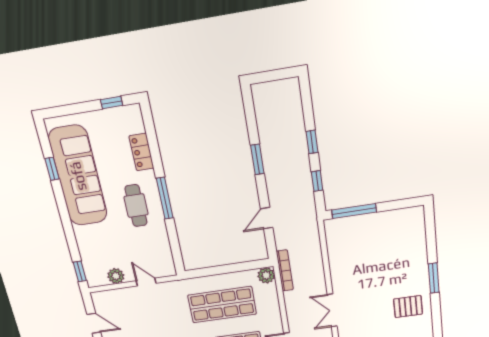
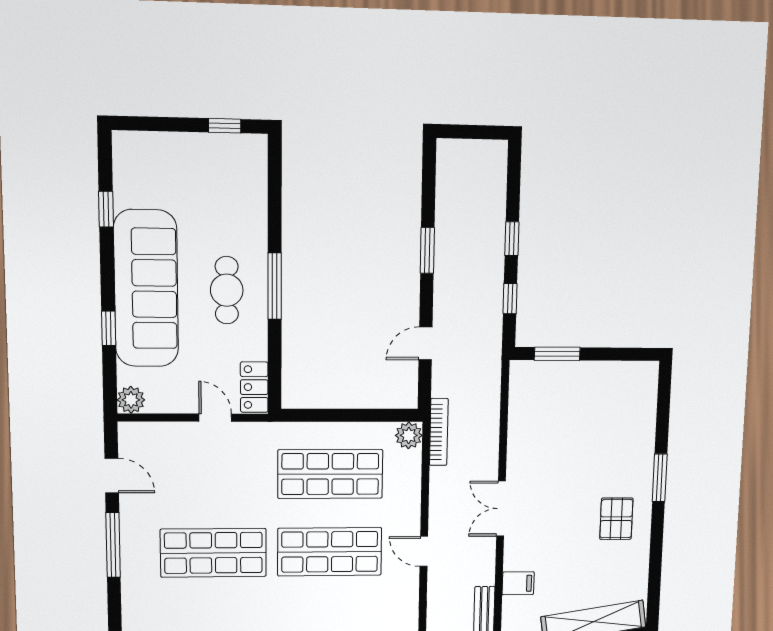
locker: (141, 152) -> (254, 387), moved
sofa: (78, 176) -> (146, 289), moved
window: (354, 211) -> (557, 354), width x0.69
window: (80, 271) -> (109, 328), moved
plant: (116, 276) -> (131, 400), moved
pallet: (408, 307) -> (616, 519), turned 90

